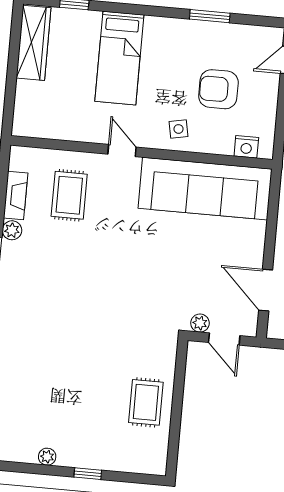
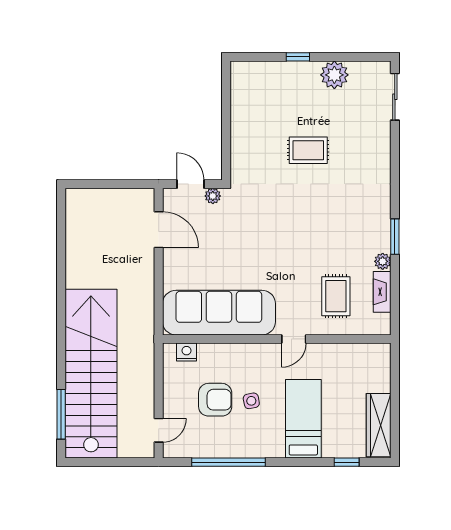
window: (210, 16) -> (228, 462), width x2.11
side table: (179, 129) -> (251, 401), moved
door: (122, 151) -> (294, 339), hinge flipped
rug: (146, 402) -> (308, 150), moved, turned 90
plant: (47, 457) -> (334, 75), width x1.87, depth x1.87

